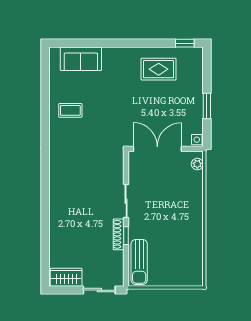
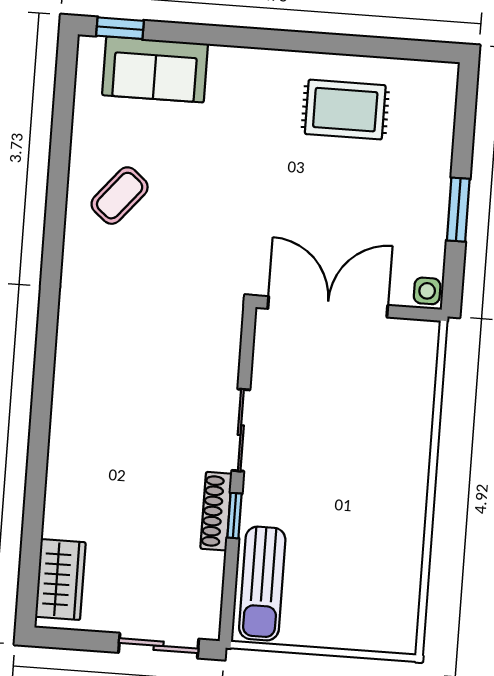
window: (185, 43) -> (120, 28), moved
coffee table: (70, 110) -> (120, 196), turned -50
plant: (197, 164) -> (424, 352), removed
wardrobe: (66, 277) -> (60, 579), moved, turned 90

